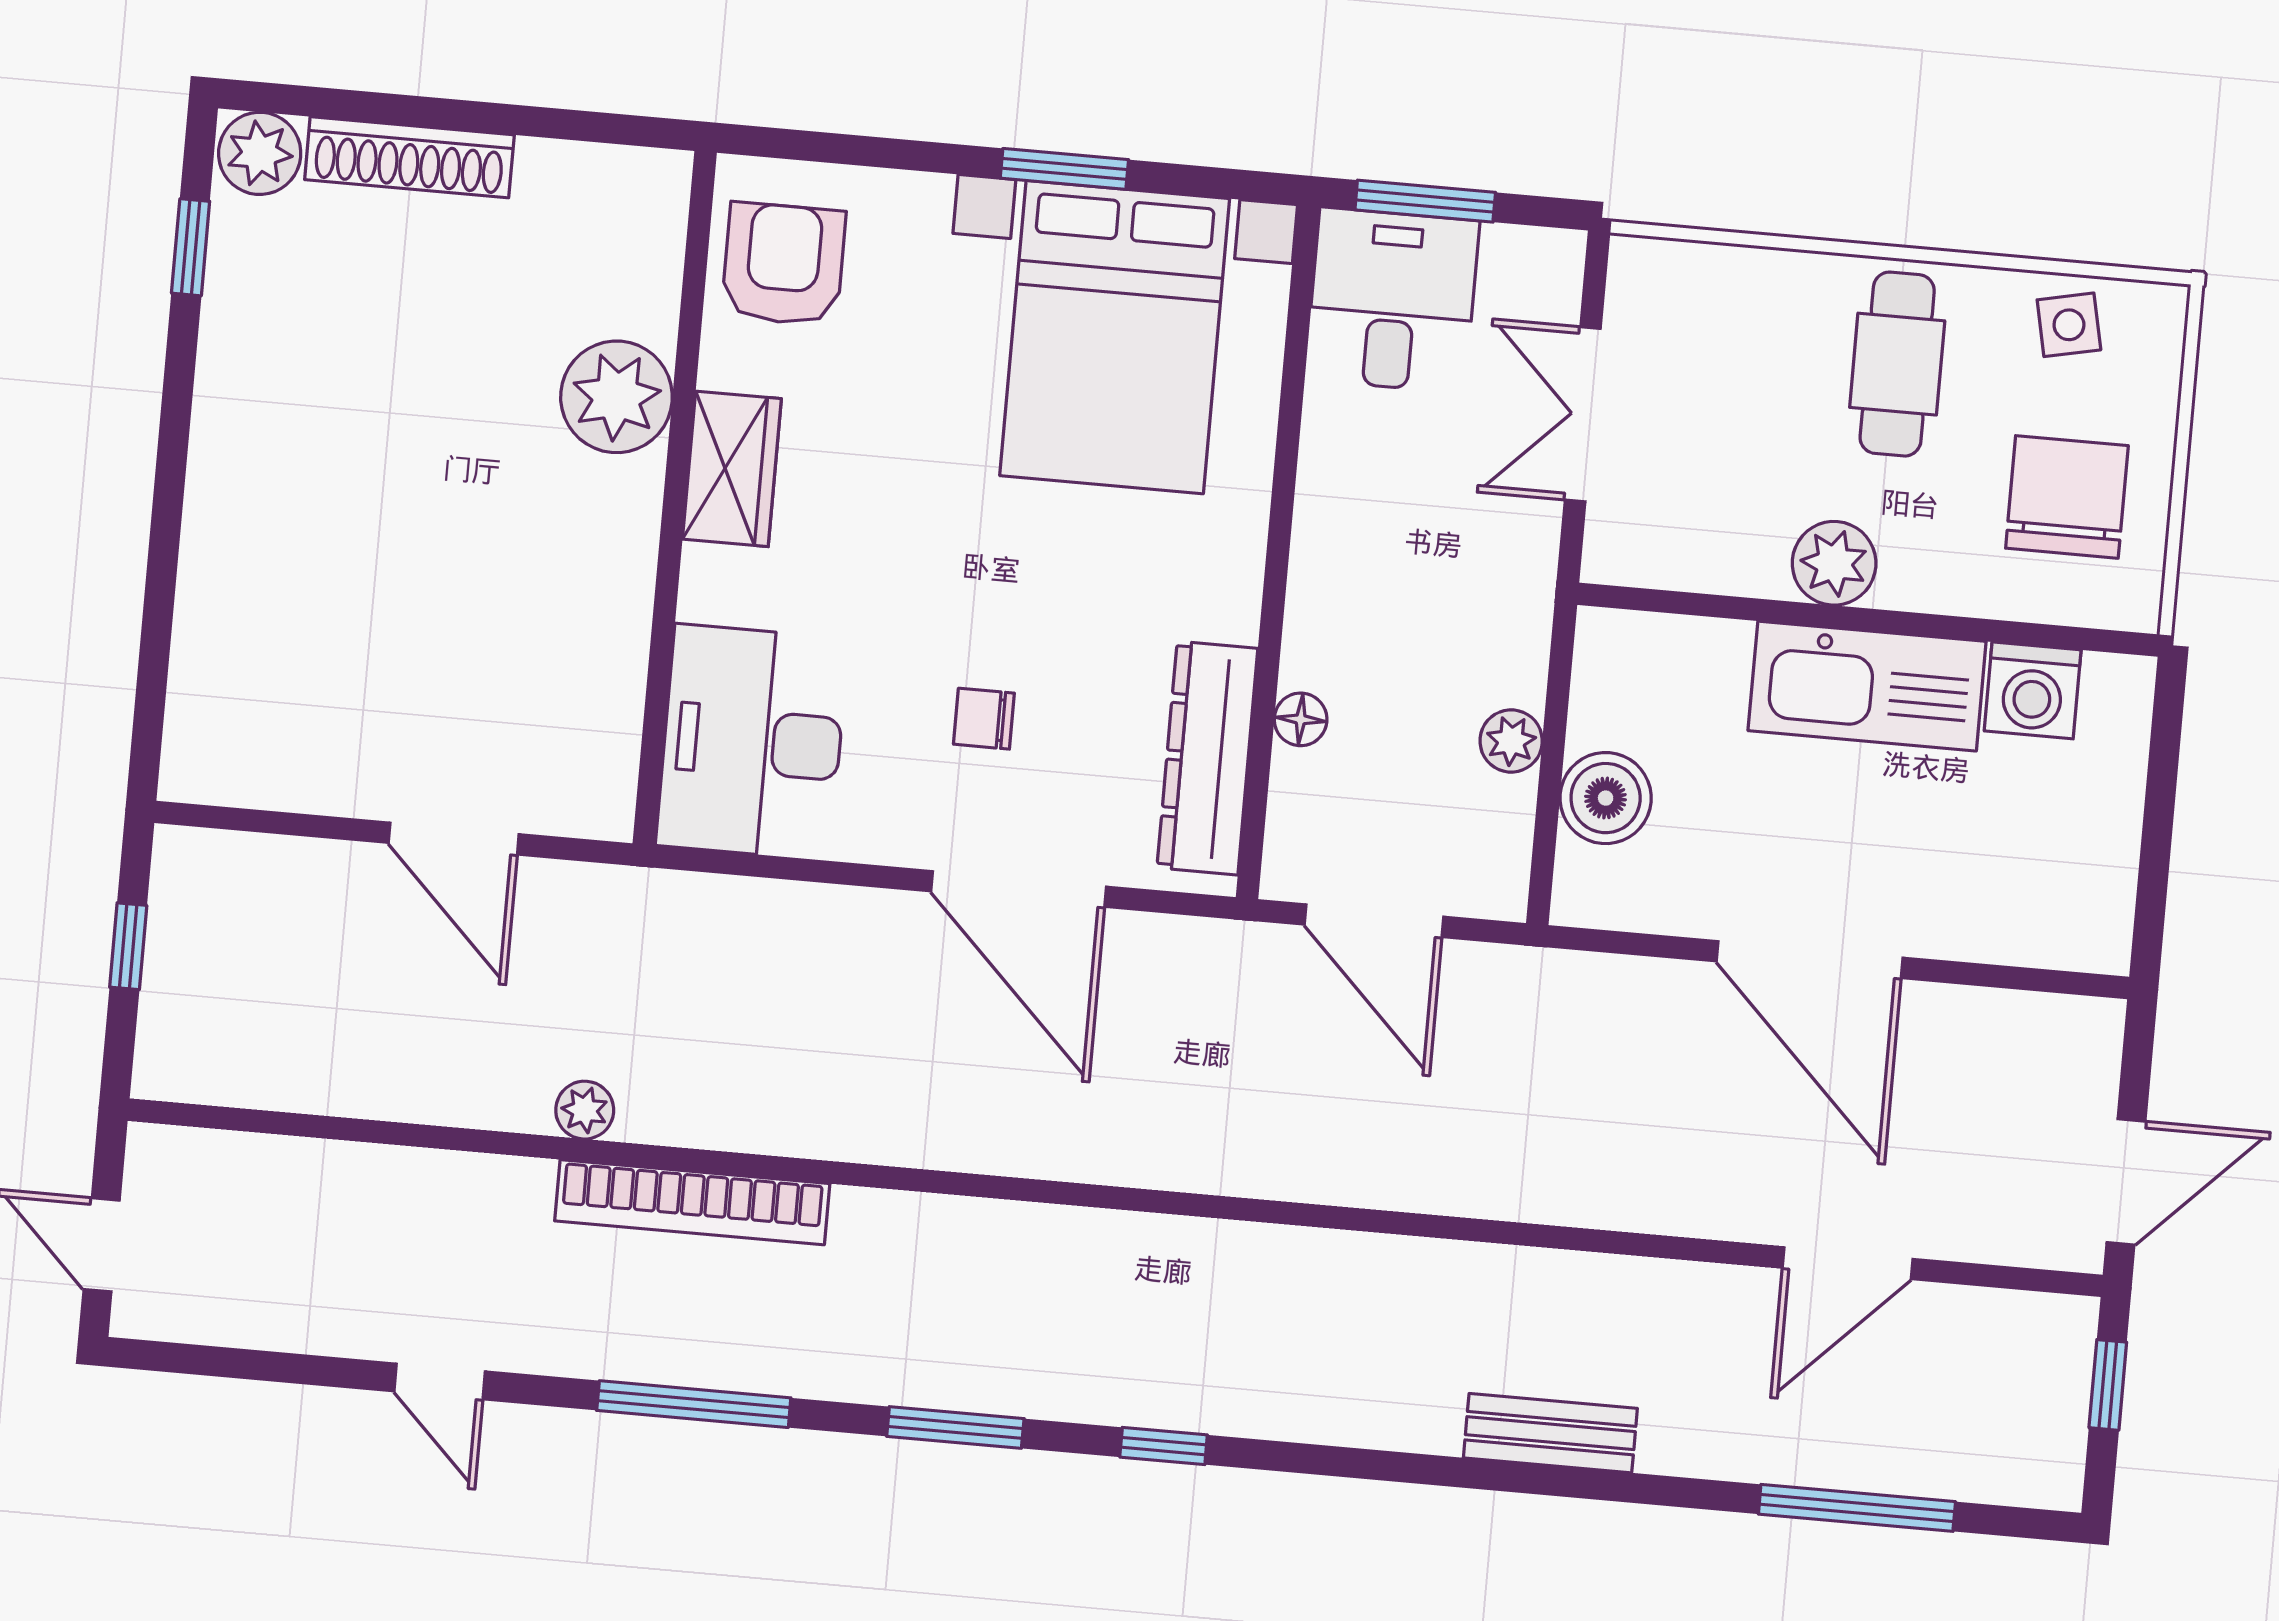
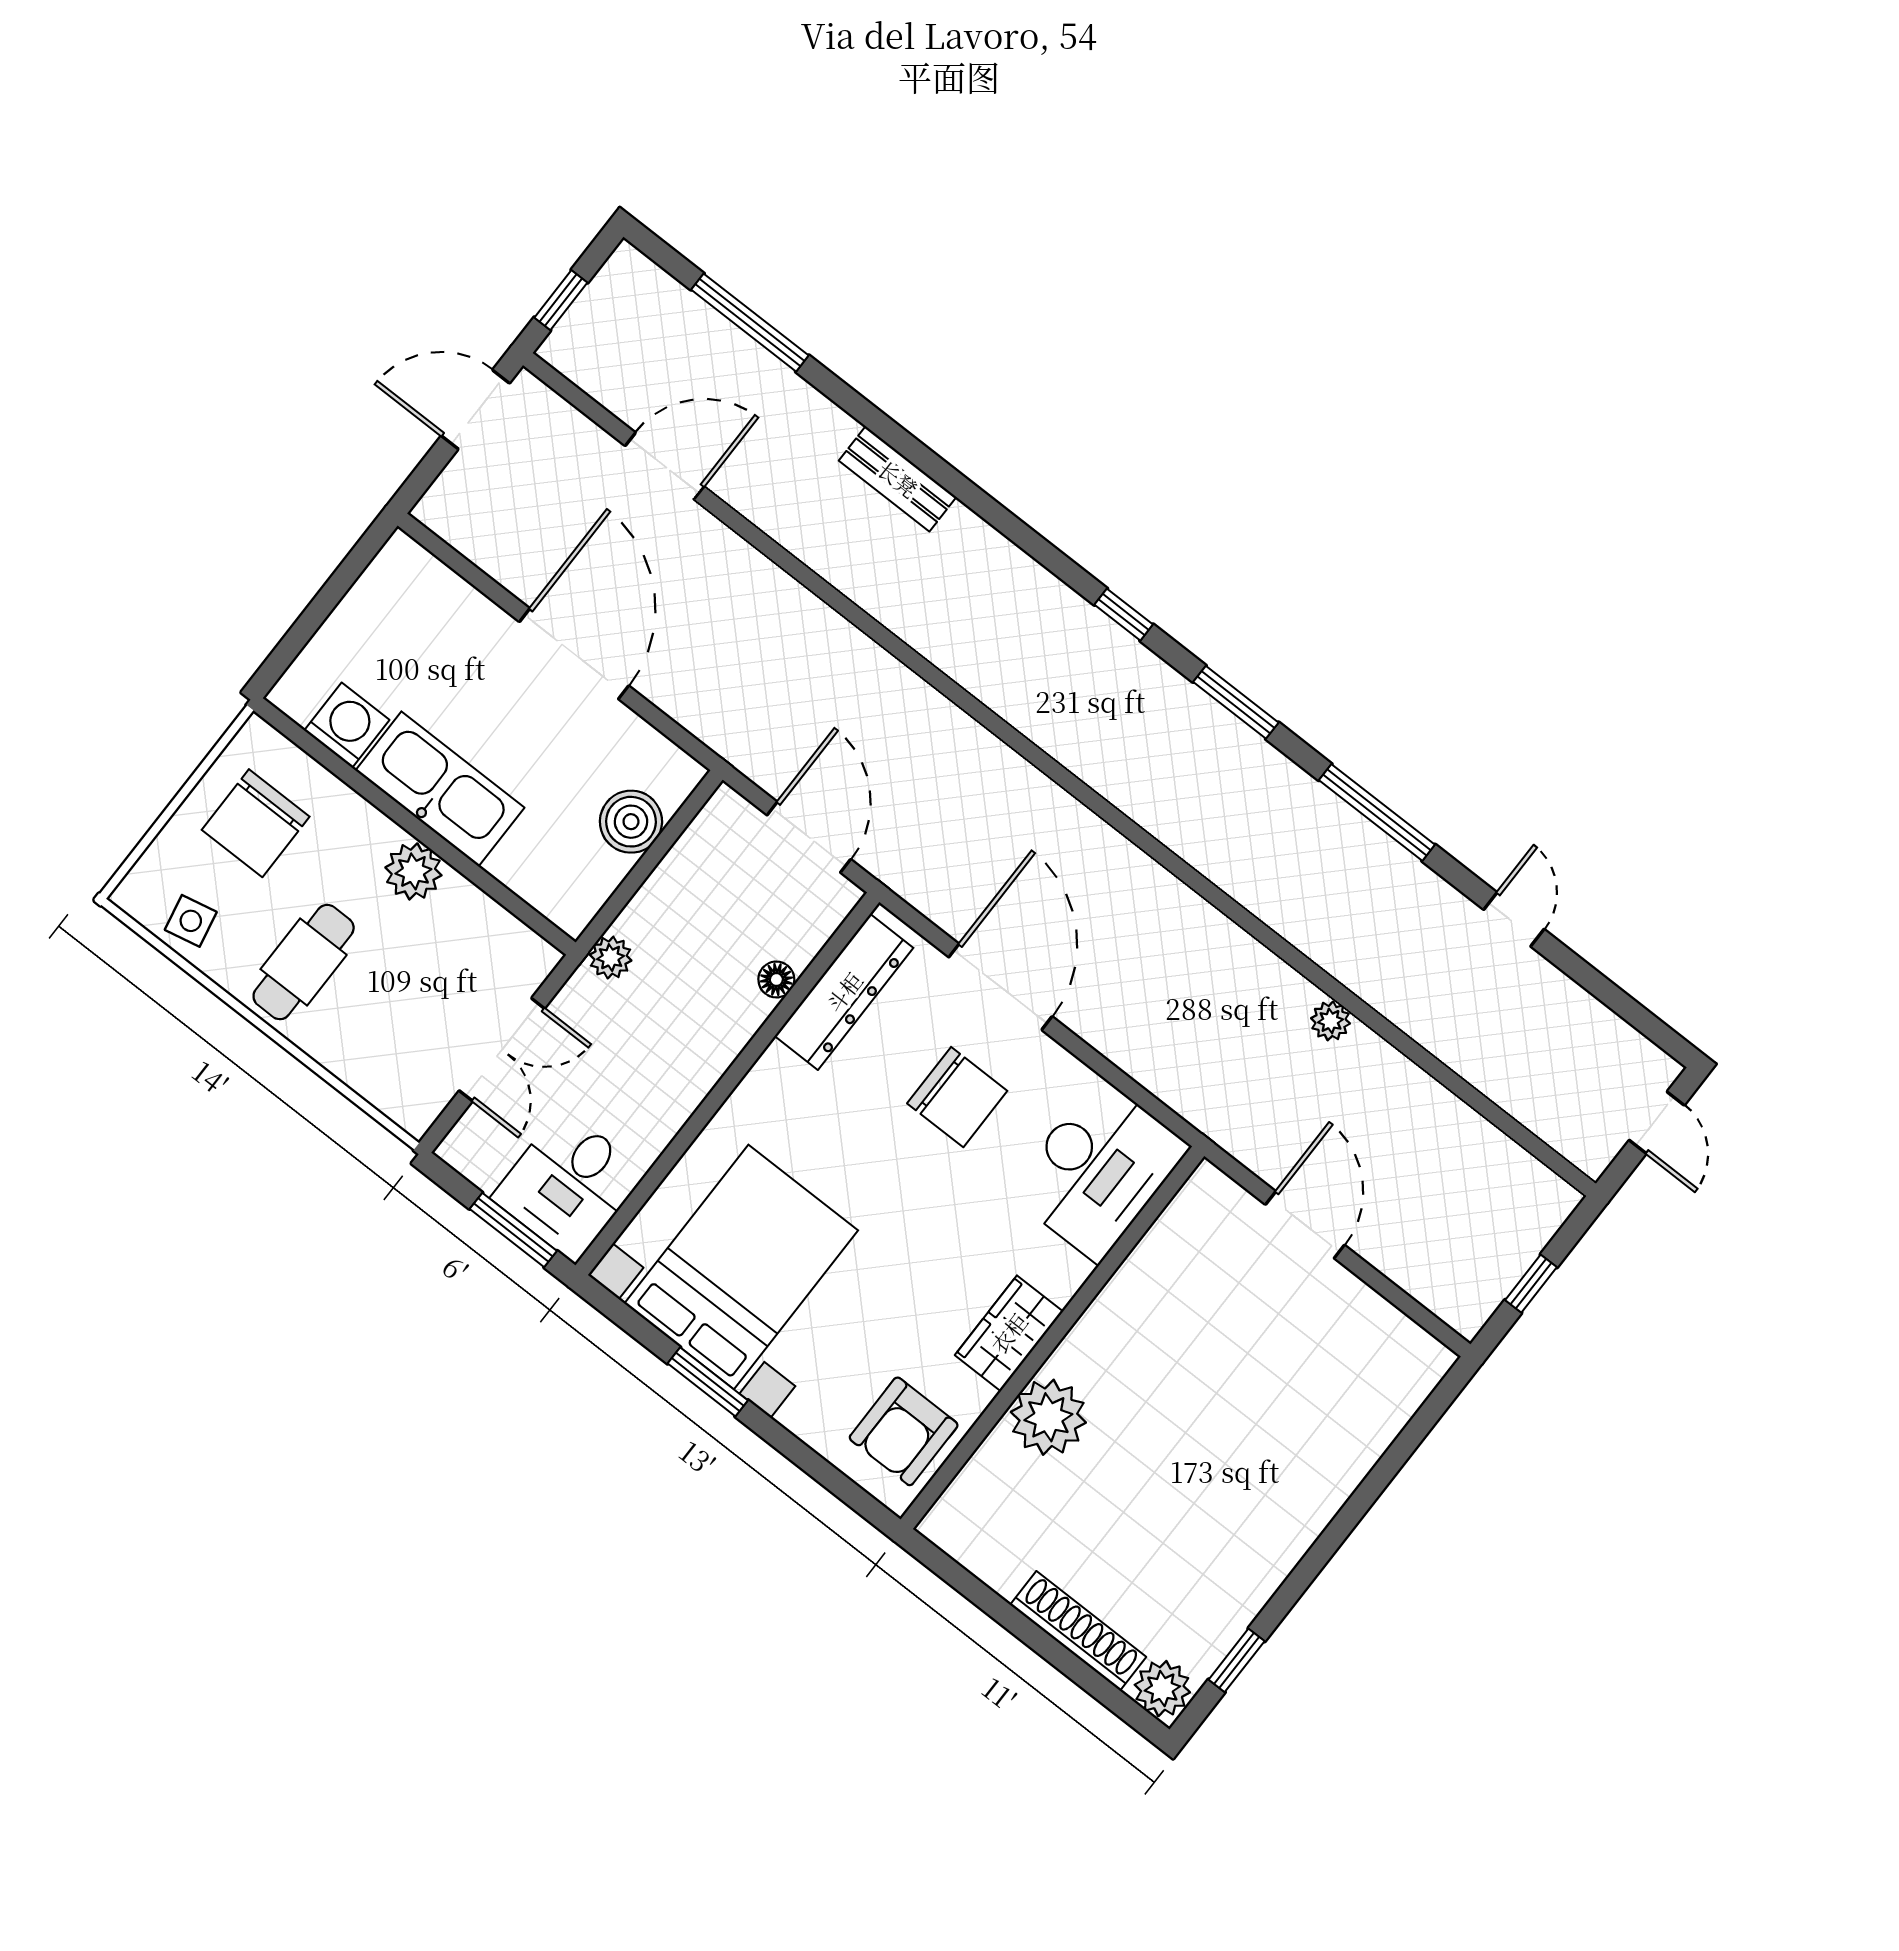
chair: (984, 719) -> (957, 1097), width x1.87, depth x1.87
plant: (1511, 741) -> (611, 958), moved
bookcase: (692, 1202) -> (1303, 929), removed

